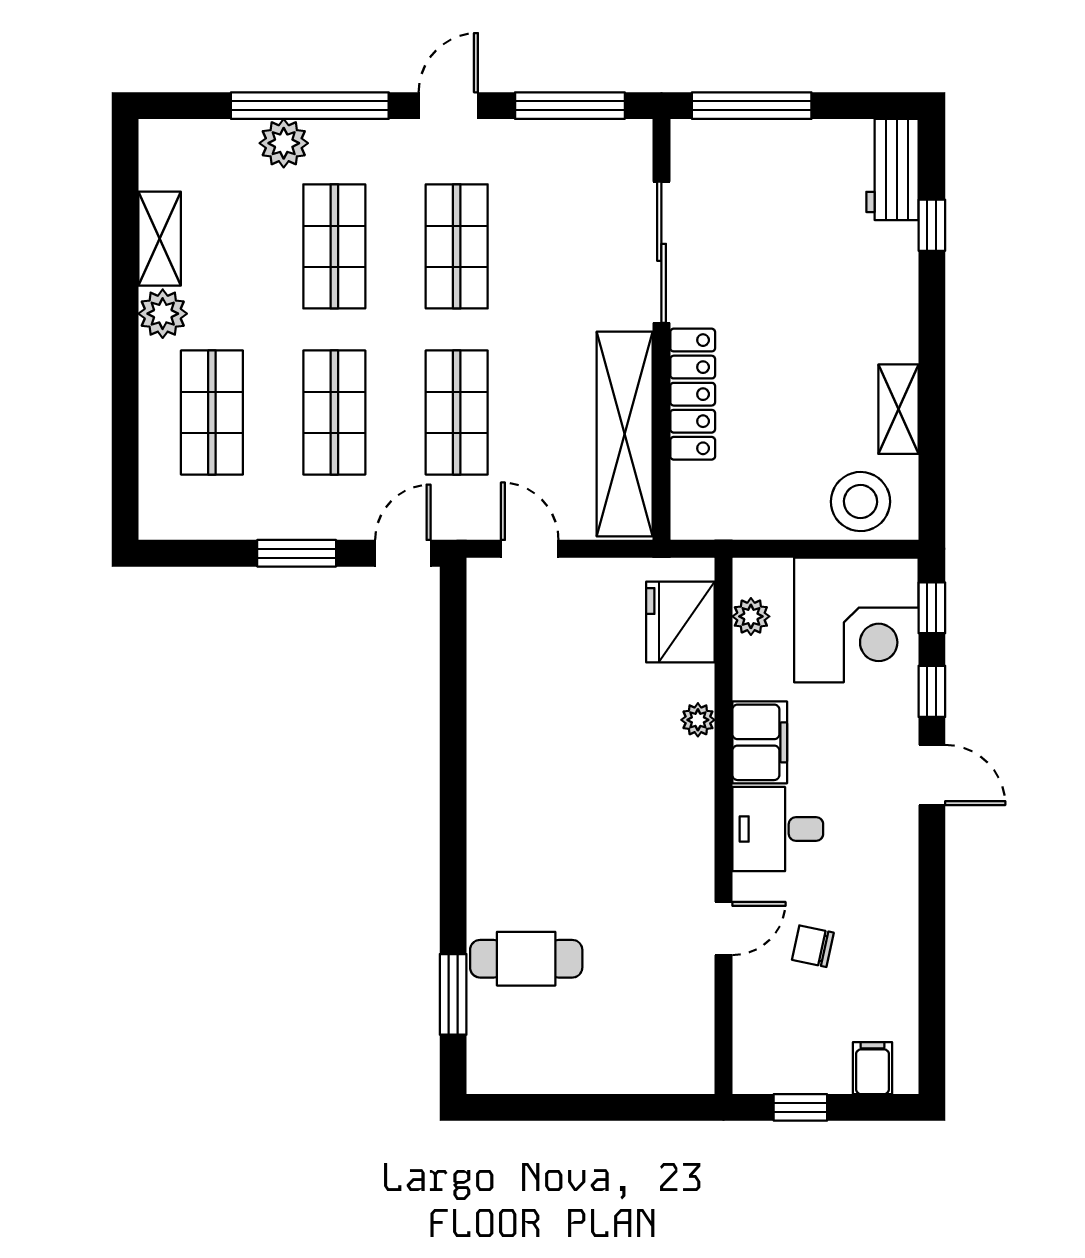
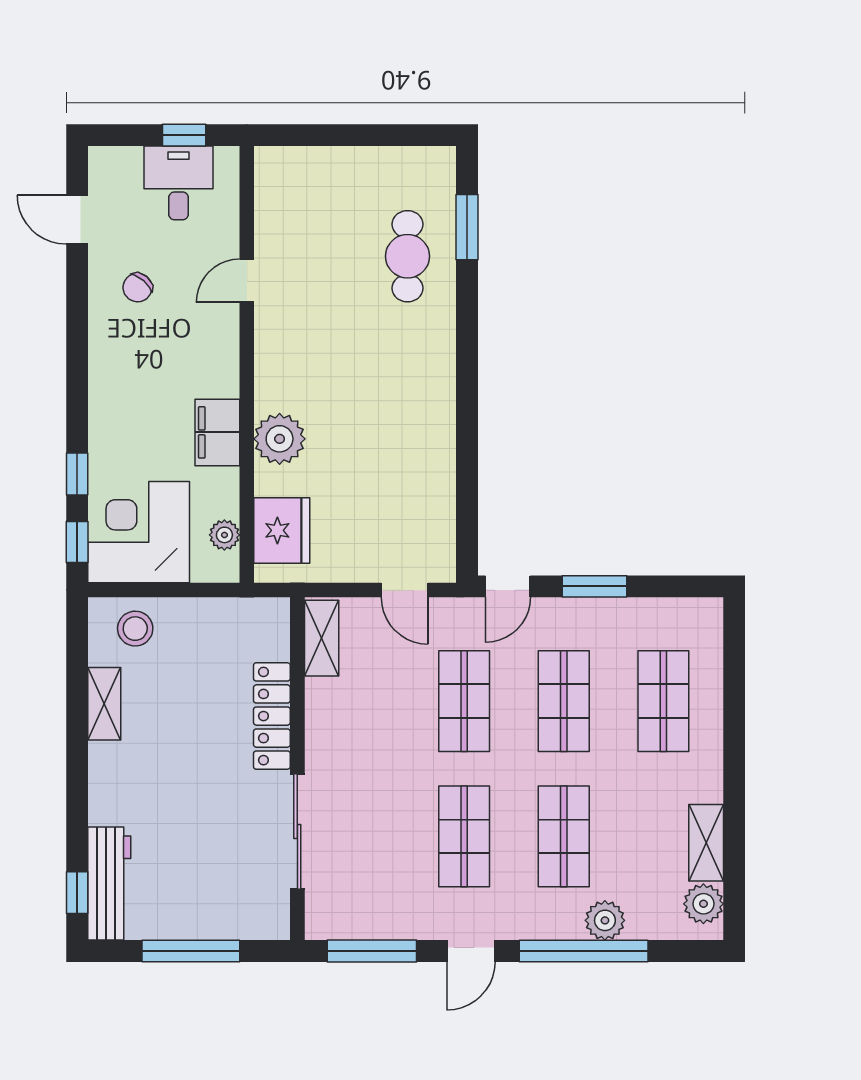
window: (752, 106) -> (191, 951), moved
workbench: (892, 169) -> (109, 884), width x1.38
window: (932, 225) -> (77, 893), moved
plant: (163, 314) -> (703, 904), moved
shelving: (625, 434) -> (322, 638), width x0.45, depth x0.75
stool: (860, 502) -> (135, 629), width x0.73, depth x0.73
plant: (698, 720) -> (280, 439), width x1.87, depth x1.87
door: (932, 775) -> (77, 220), moved
desk: (778, 829) -> (179, 183), moved, turned -90
chair: (813, 946) -> (138, 288), moved, turned 119
cafe table: (526, 959) -> (407, 256), turned 90
filing cabinet: (873, 1068) -> (125, 167), removed

